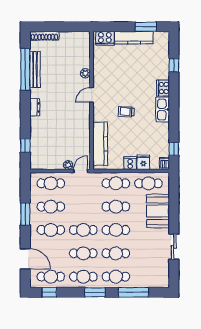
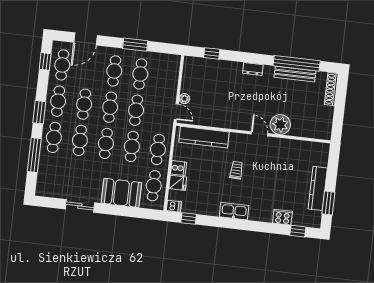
cooker: (105, 38) -> (321, 156), removed
window: (174, 65) -> (298, 231), moved
plant: (85, 73) -> (280, 125), width x1.88, depth x1.88
cooker: (163, 88) -> (282, 217), moved
cafe table: (51, 183) -> (136, 110), moved

